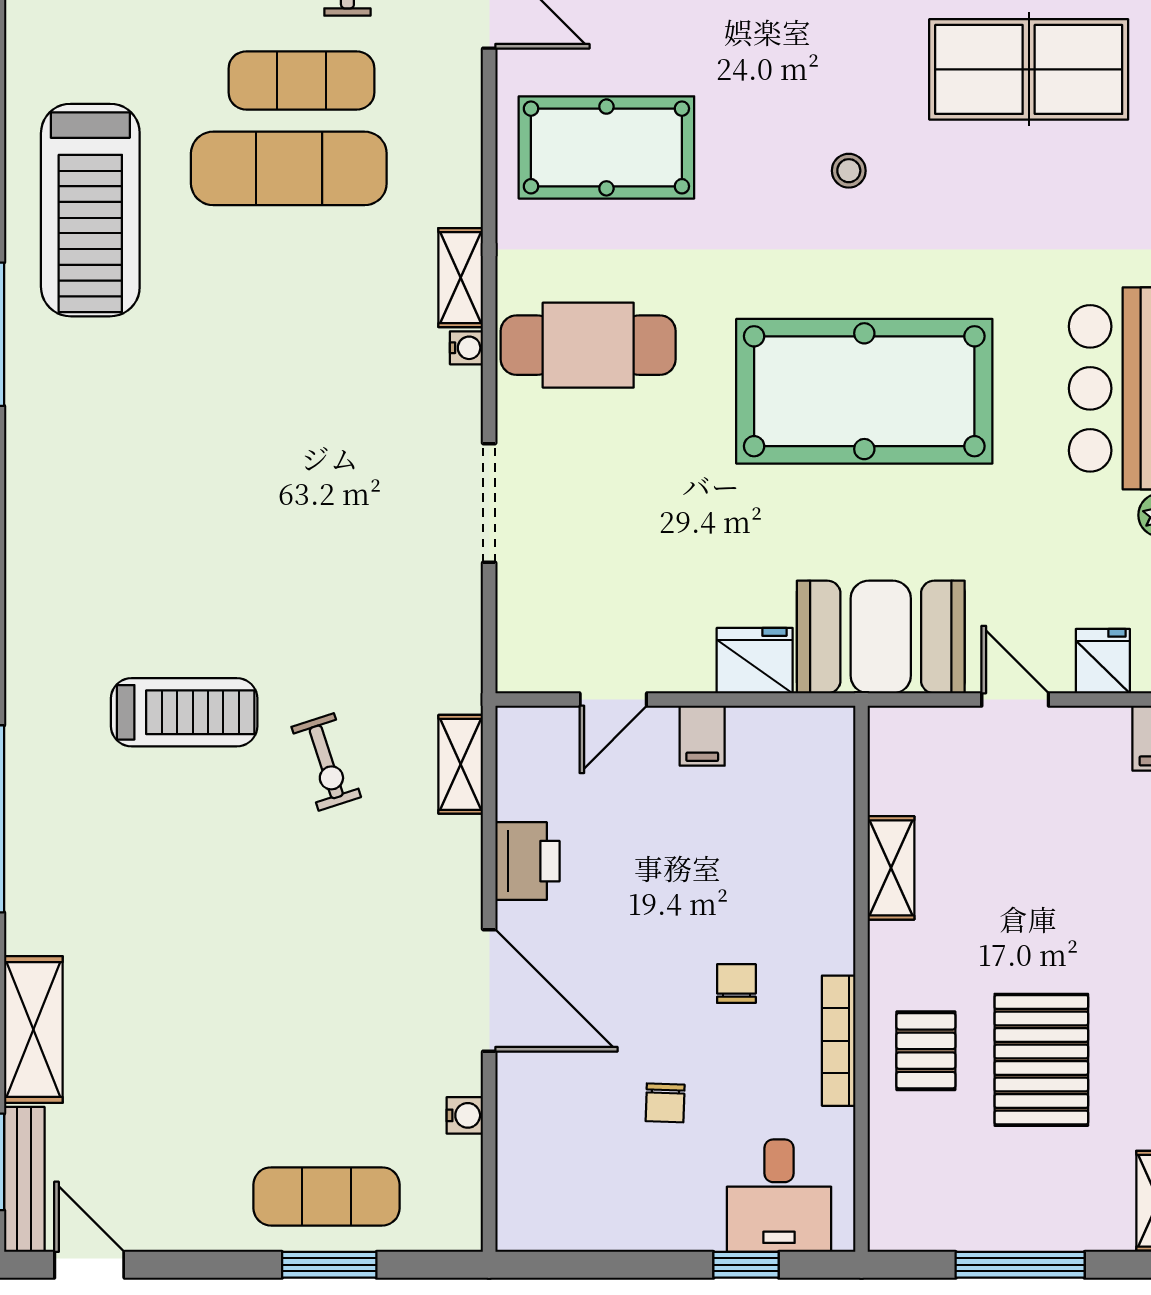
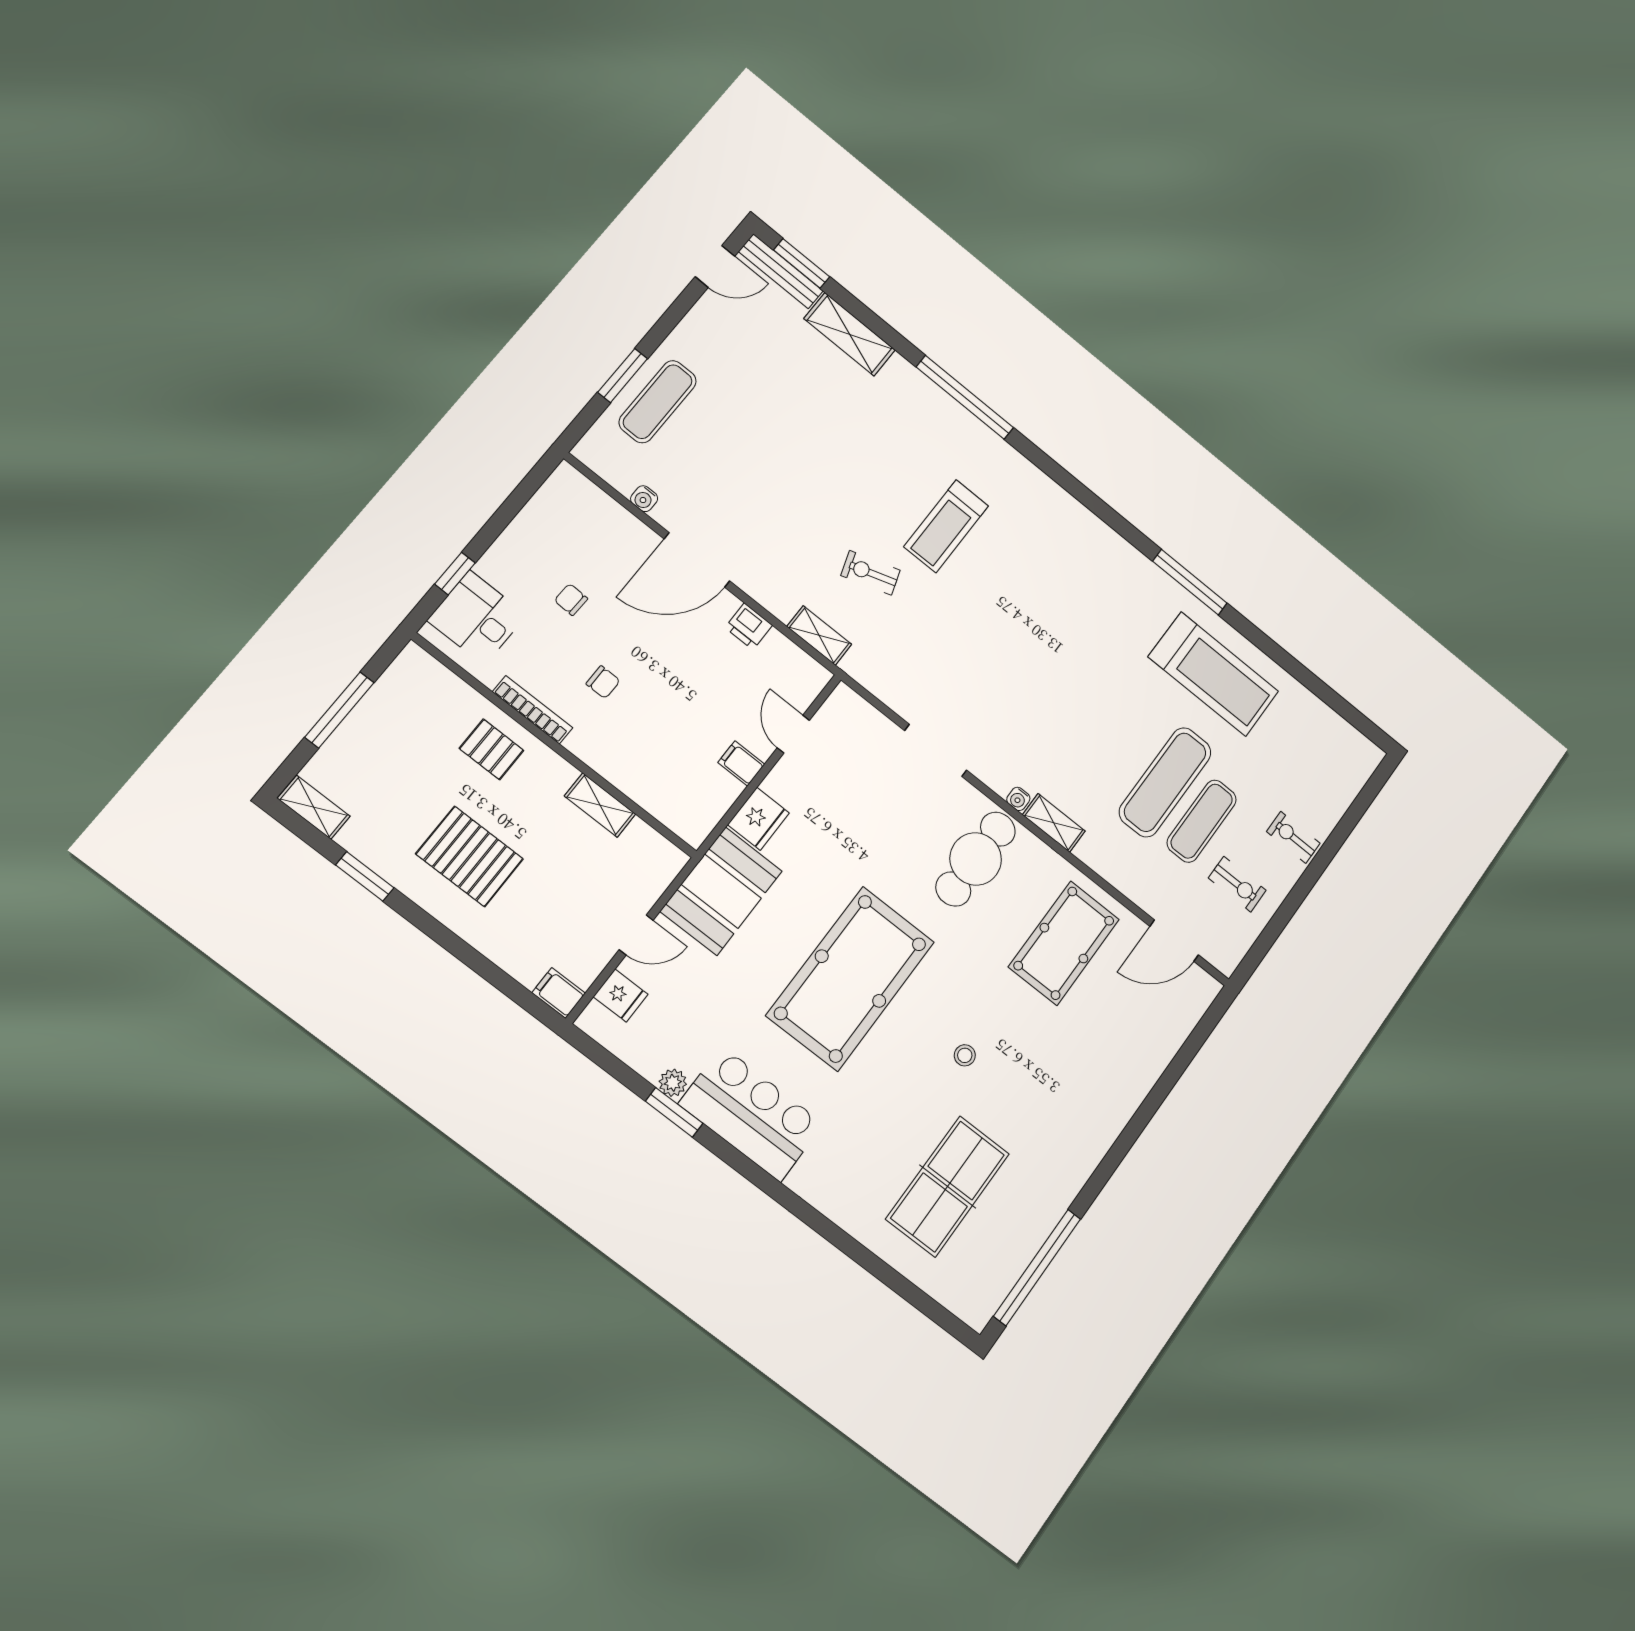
treadmill: (90, 210) -> (1213, 674), turned 180
printer: (527, 861) -> (749, 626), width x0.73, depth x0.81
pallet: (1041, 1060) -> (470, 856), moved

